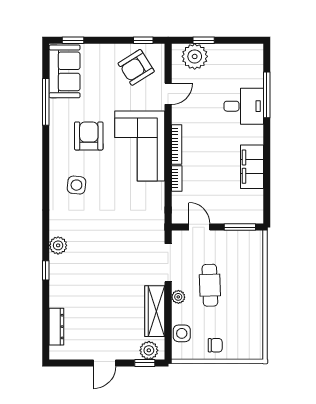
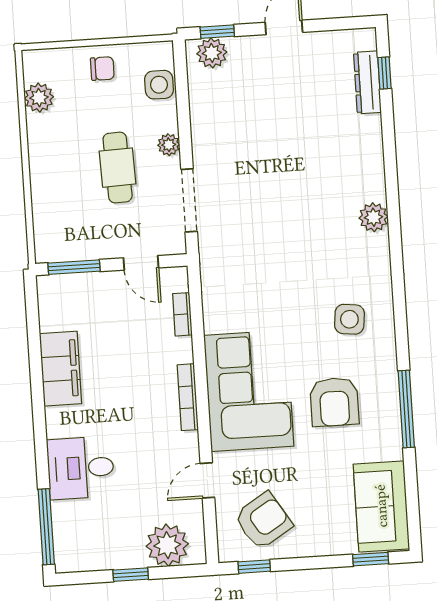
window: (204, 40) -> (131, 575), moved
window: (267, 95) -> (46, 527), moved
window: (46, 102) -> (406, 409), moved
bookcase: (177, 179) -> (182, 314), moved
window: (46, 270) -> (385, 73), moved
wardrobe: (155, 311) -> (206, 119), removed
plant: (254, 330) -> (39, 98), added
chair: (215, 345) -> (102, 69), turned 180

